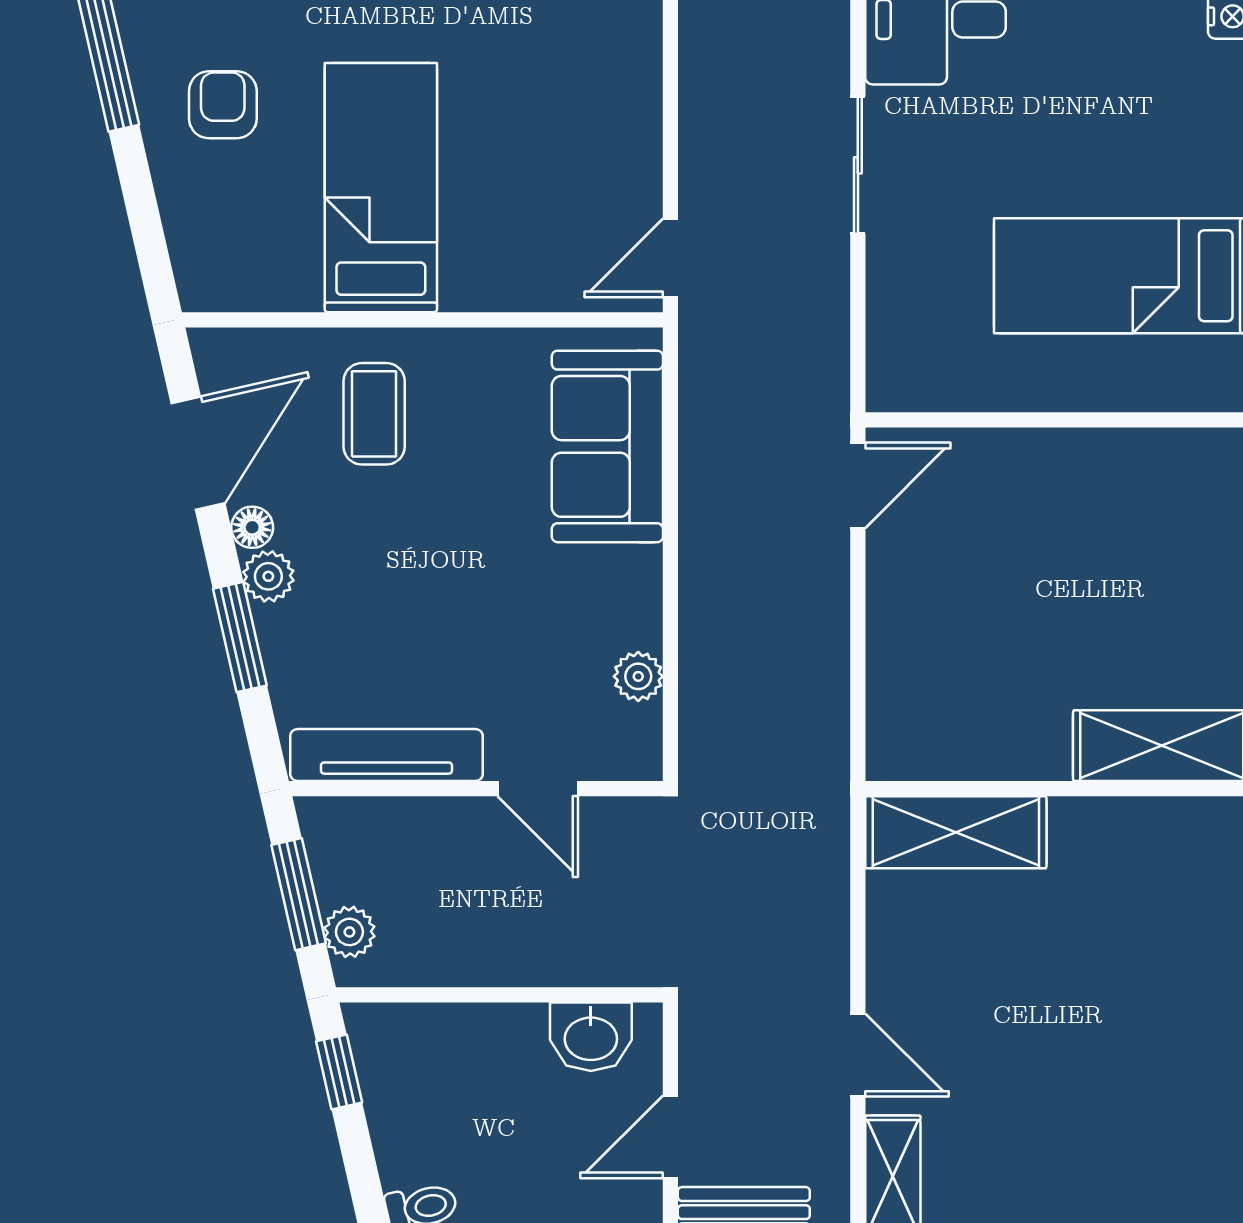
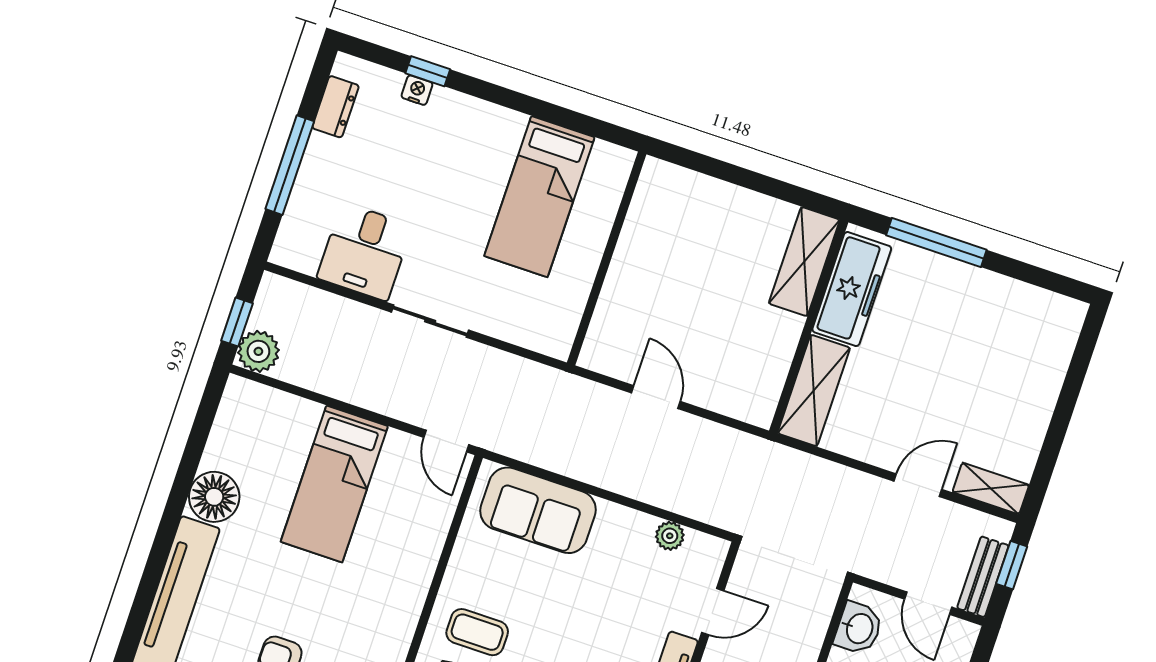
bed: (381, 188) -> (334, 484), moved, turned -90
door: (858, 485) -> (656, 397), moved
freezer: (1143, 839) -> (852, 289), added

